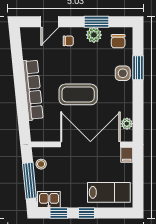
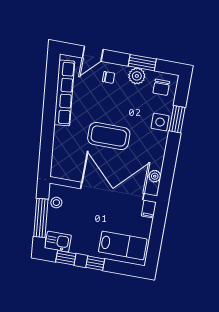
row of seats: (33, 90) -> (64, 93), moved

